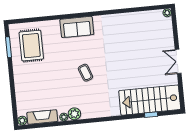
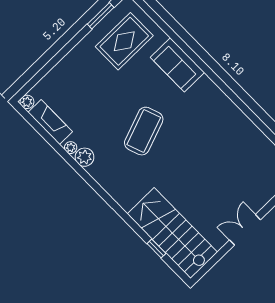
sofa: (77, 27) -> (177, 65), moved
coffee table: (85, 73) -> (144, 131), width x1.86, depth x1.72

